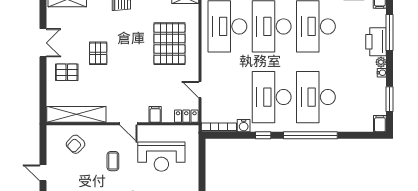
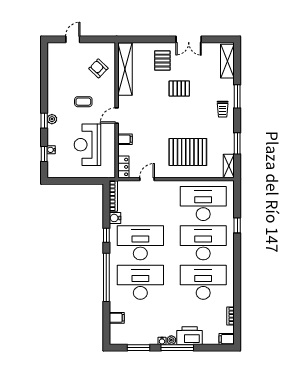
window: (389, 33) -> (177, 348), moved
filing cabinet: (380, 124) -> (117, 318), moved

